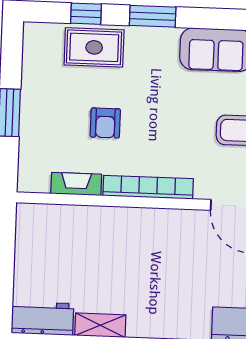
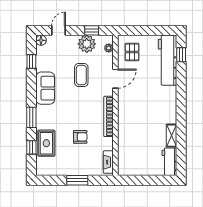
fireplace: (76, 184) -> (108, 162), moved

